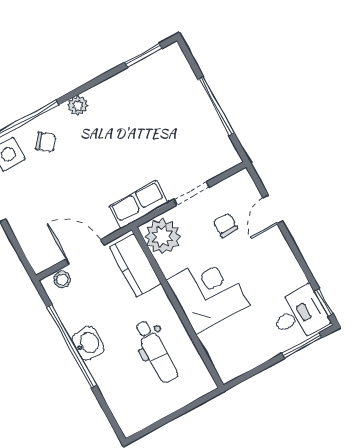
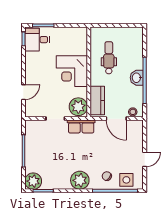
plant: (170, 63) -> (33, 181), added
plant: (78, 106) -> (80, 180), width x1.88, depth x1.88
chair: (225, 225) -> (48, 97), removed

